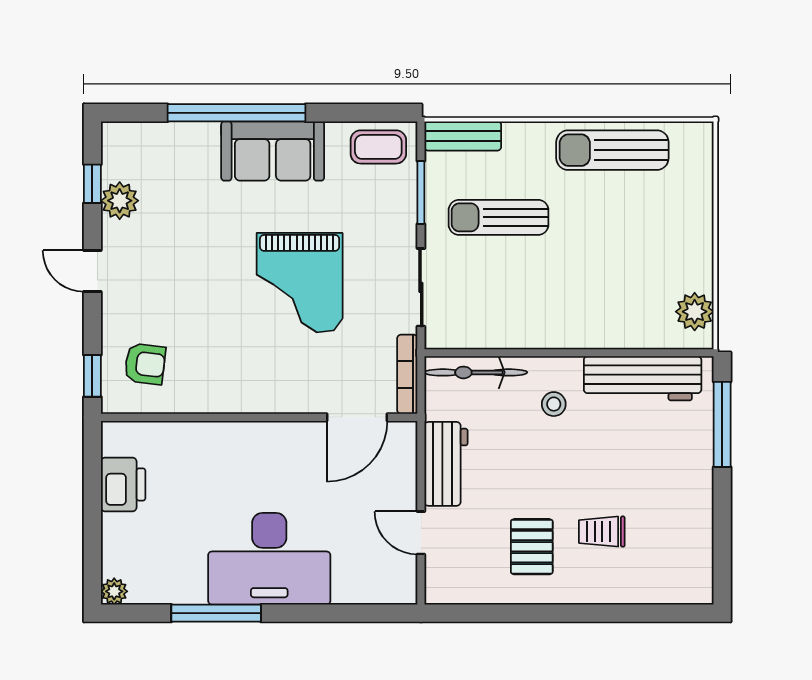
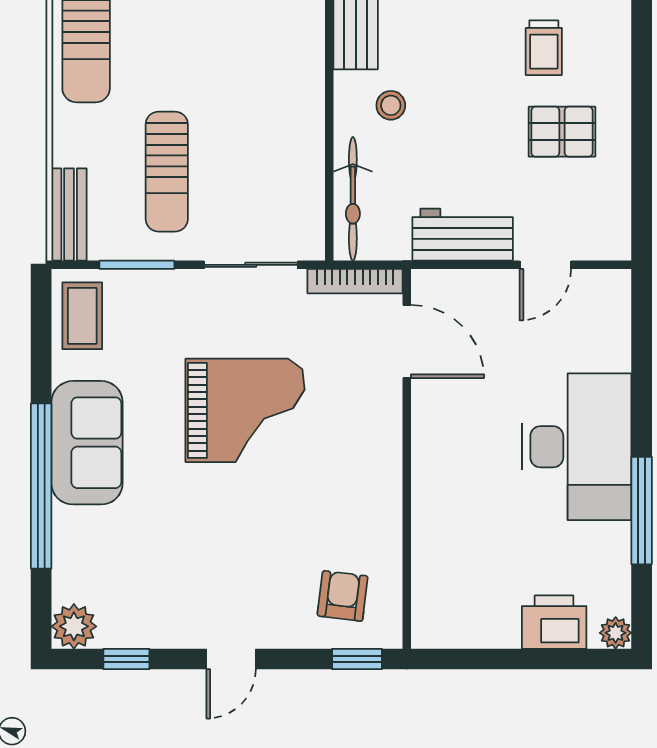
plant: (120, 201) -> (74, 626), moved
printer: (123, 484) -> (554, 622), moved

